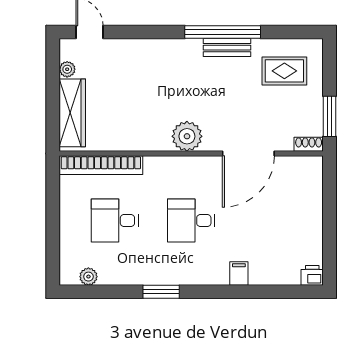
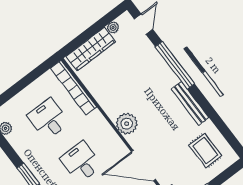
window: (223, 32) -> (175, 65), moved
bench: (227, 48) -> (190, 103), width x1.36

